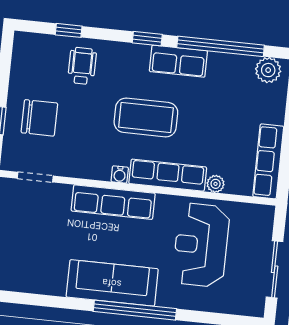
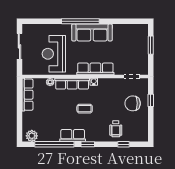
coffee table: (146, 117) -> (85, 109), width x0.54, depth x0.58
reception desk: (201, 245) -> (54, 54), turned 180

